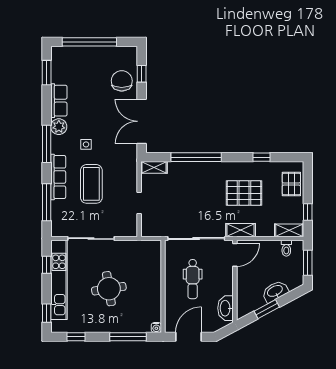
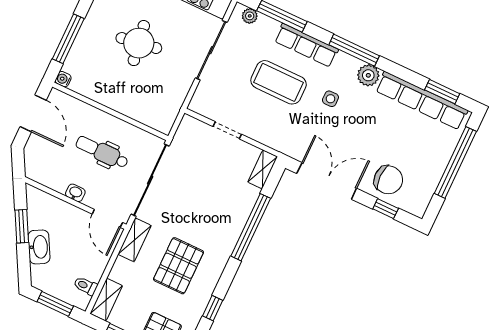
row of seats: (59, 101) -> (422, 101), width x2.02
plant: (56, 224) -> (250, 16), added
washbasin: (226, 308) -> (75, 193), moved, width x0.52, depth x0.69

